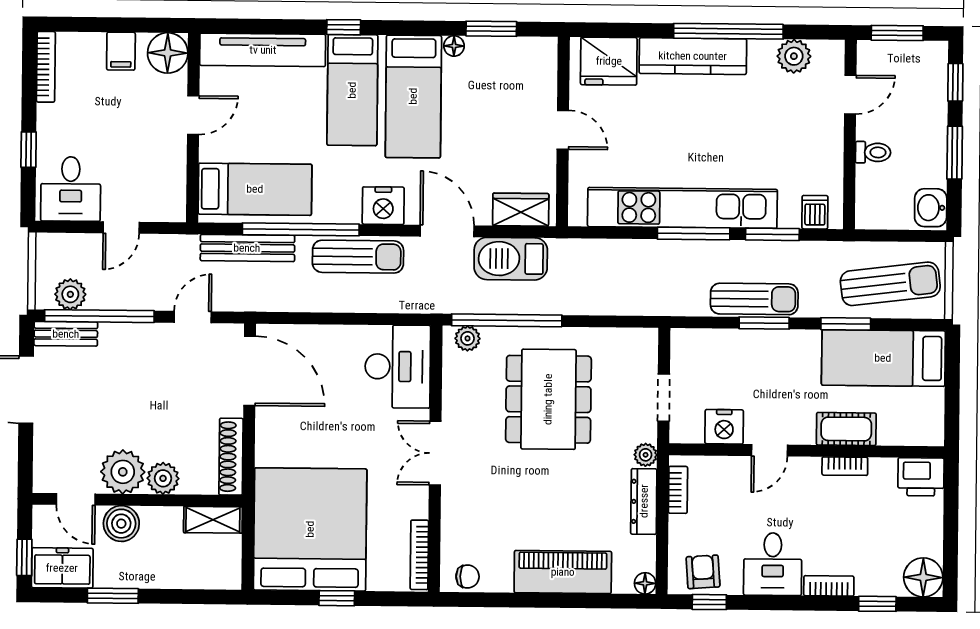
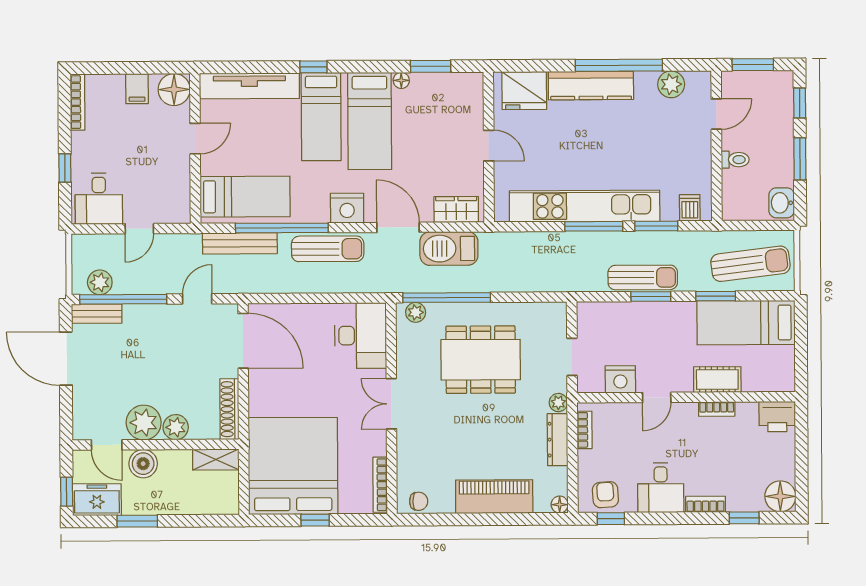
dining table: (548, 399) -> (481, 360), turned 90

